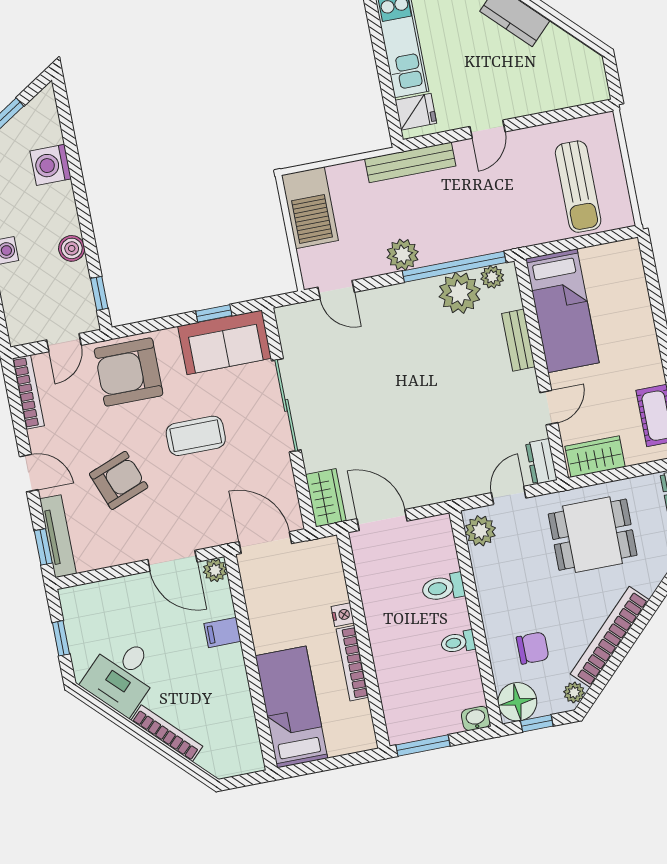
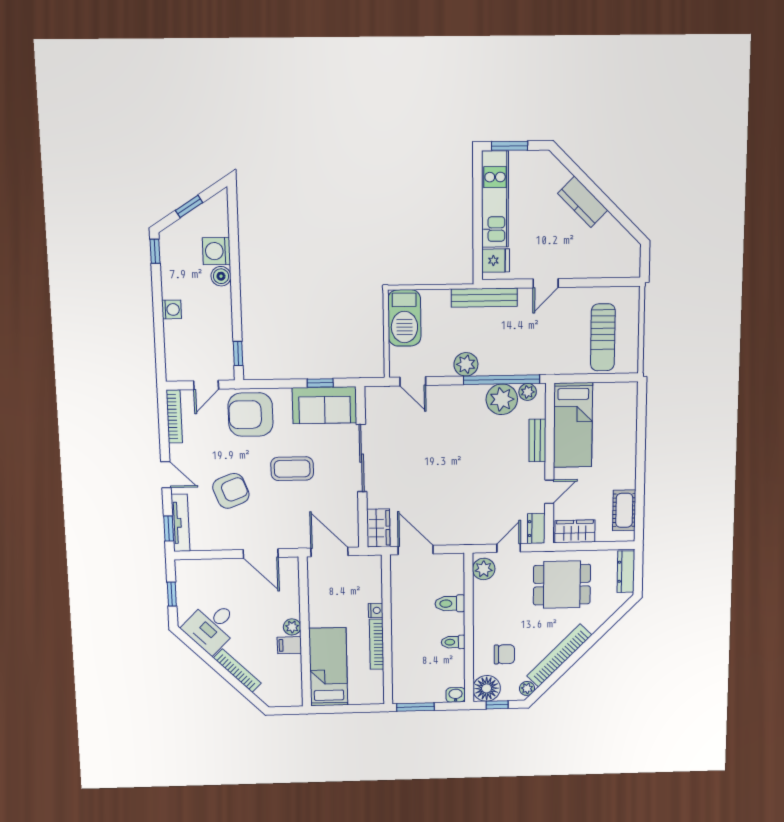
boiler: (72, 248) -> (221, 276), moved
plant: (215, 570) -> (292, 627), moved
filing cabinet: (222, 632) -> (289, 645), moved

